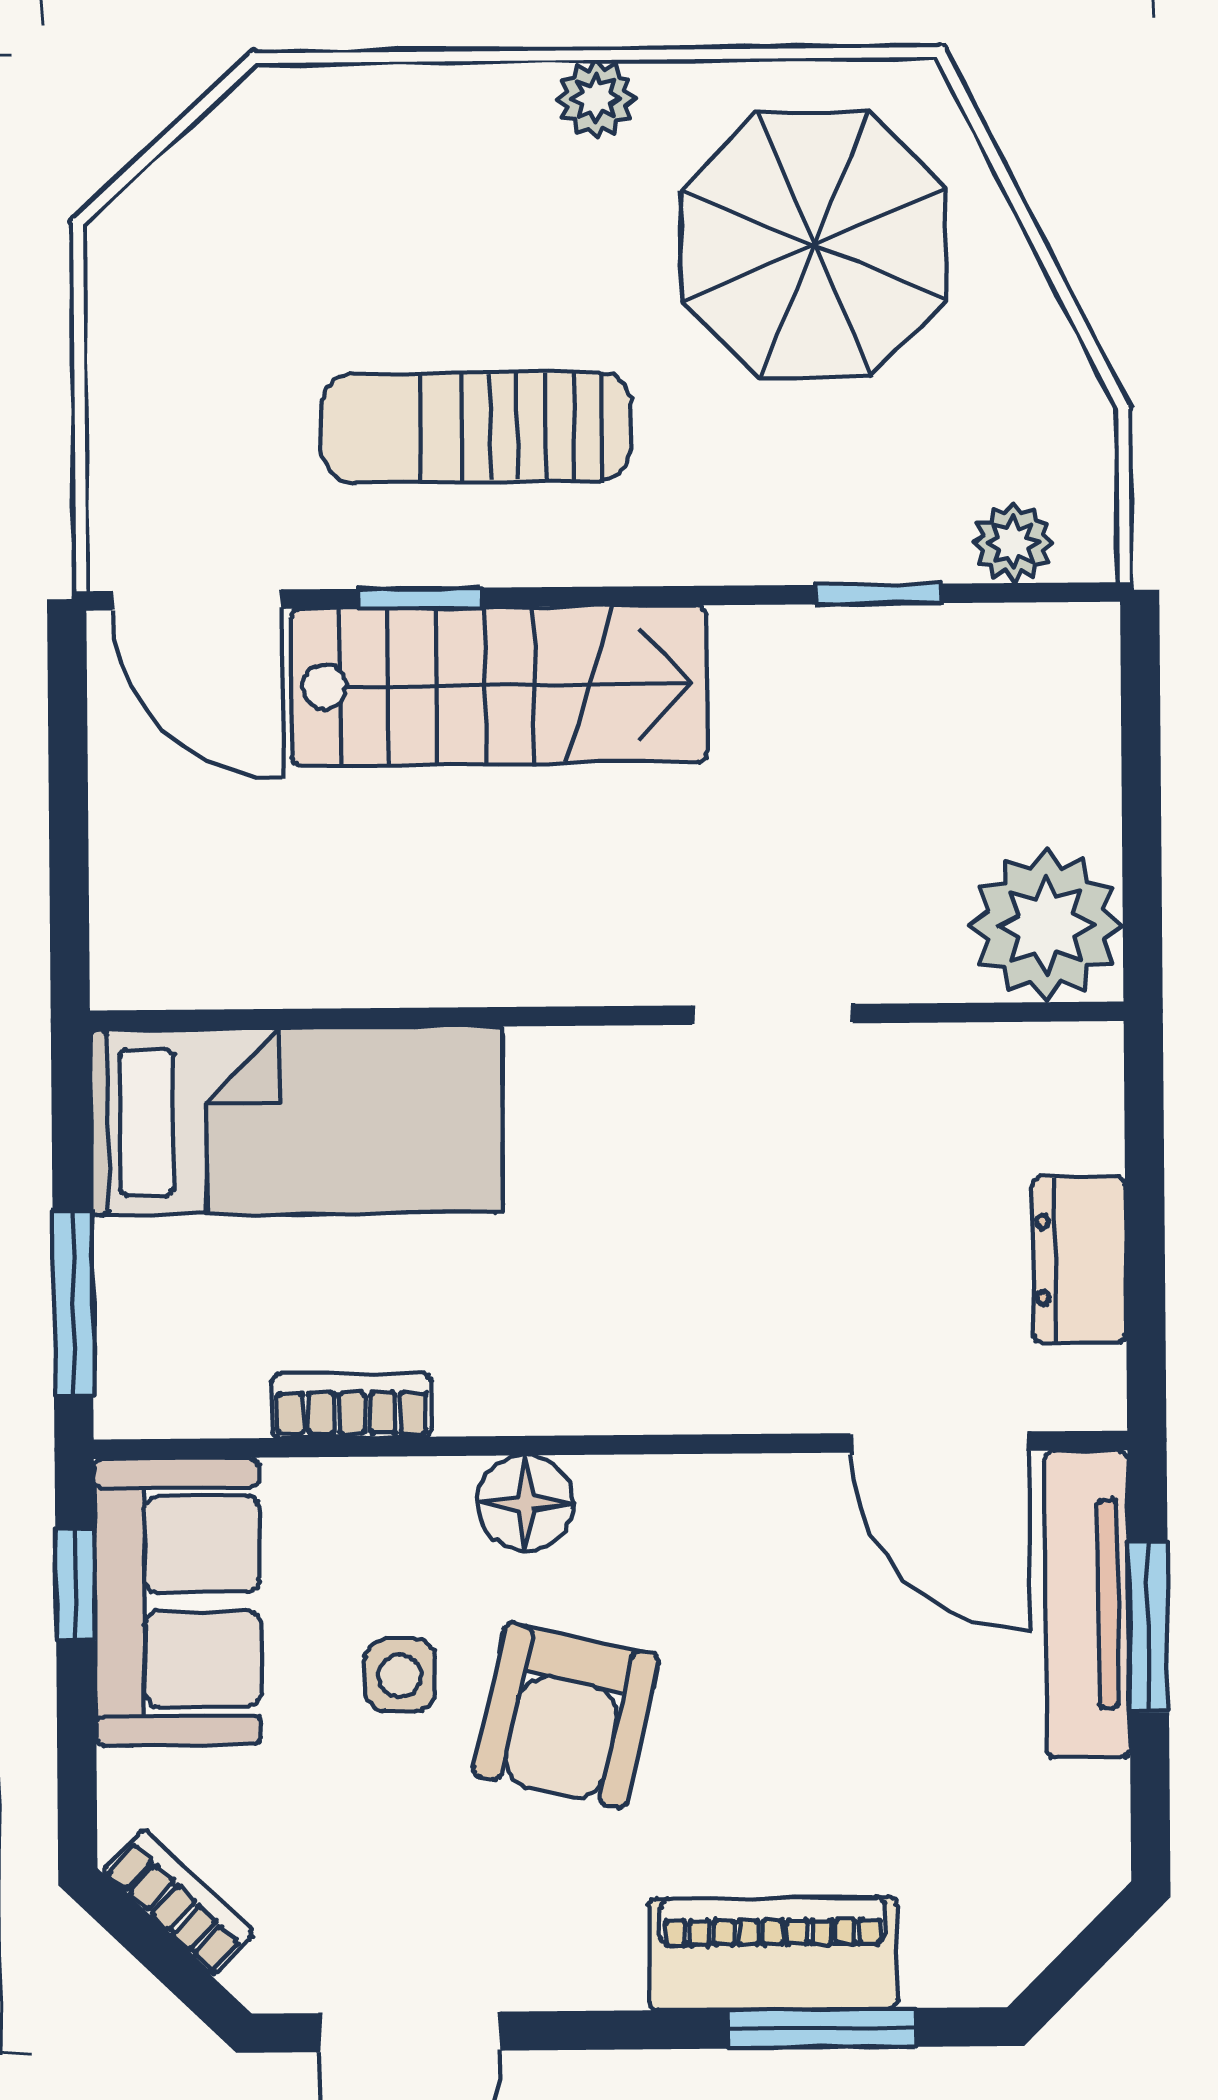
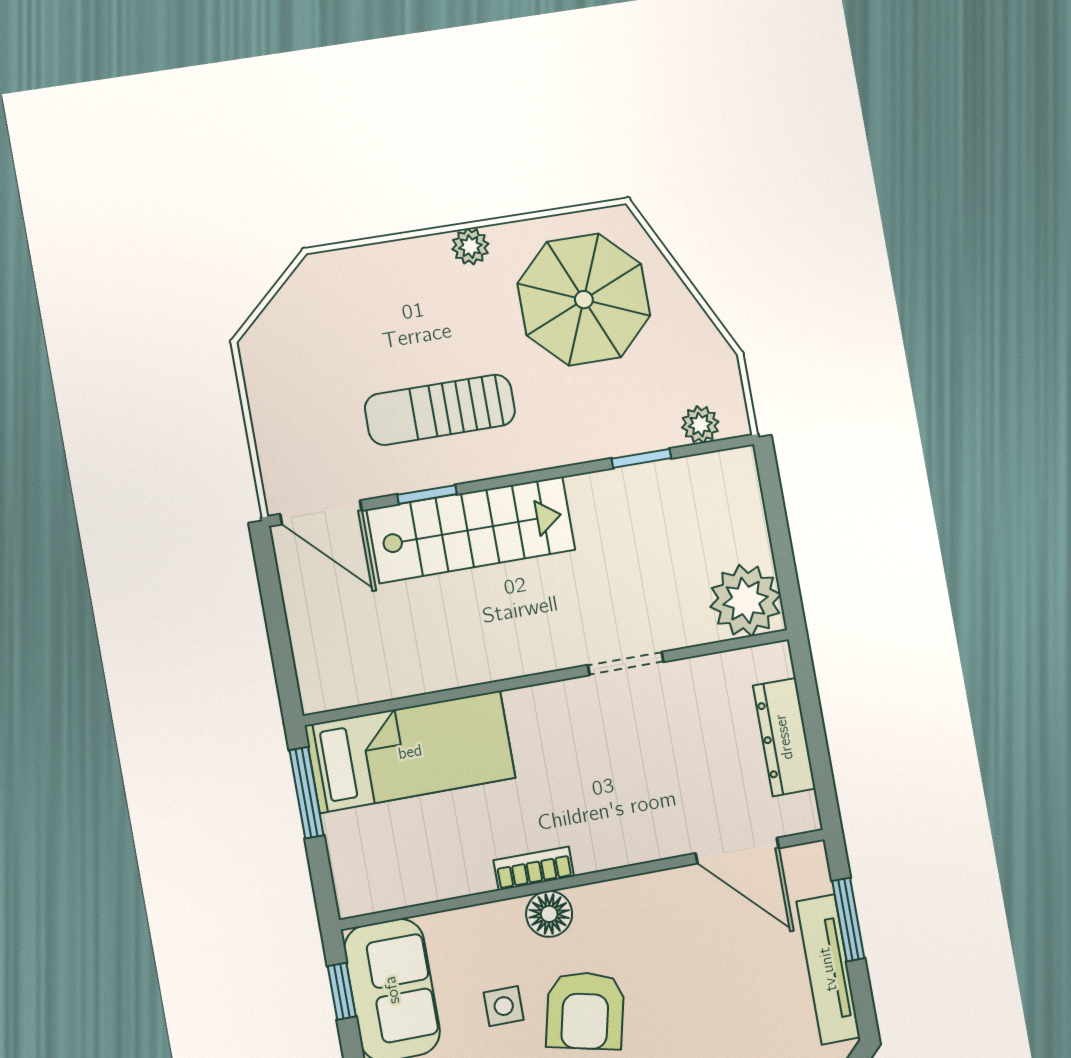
dresser: (1079, 1260) -> (784, 737), width x1.44
window: (73, 1303) -> (307, 793), moved
bookcase: (352, 1405) -> (534, 868), moved
tv unit: (1087, 1604) -> (828, 969), moved

